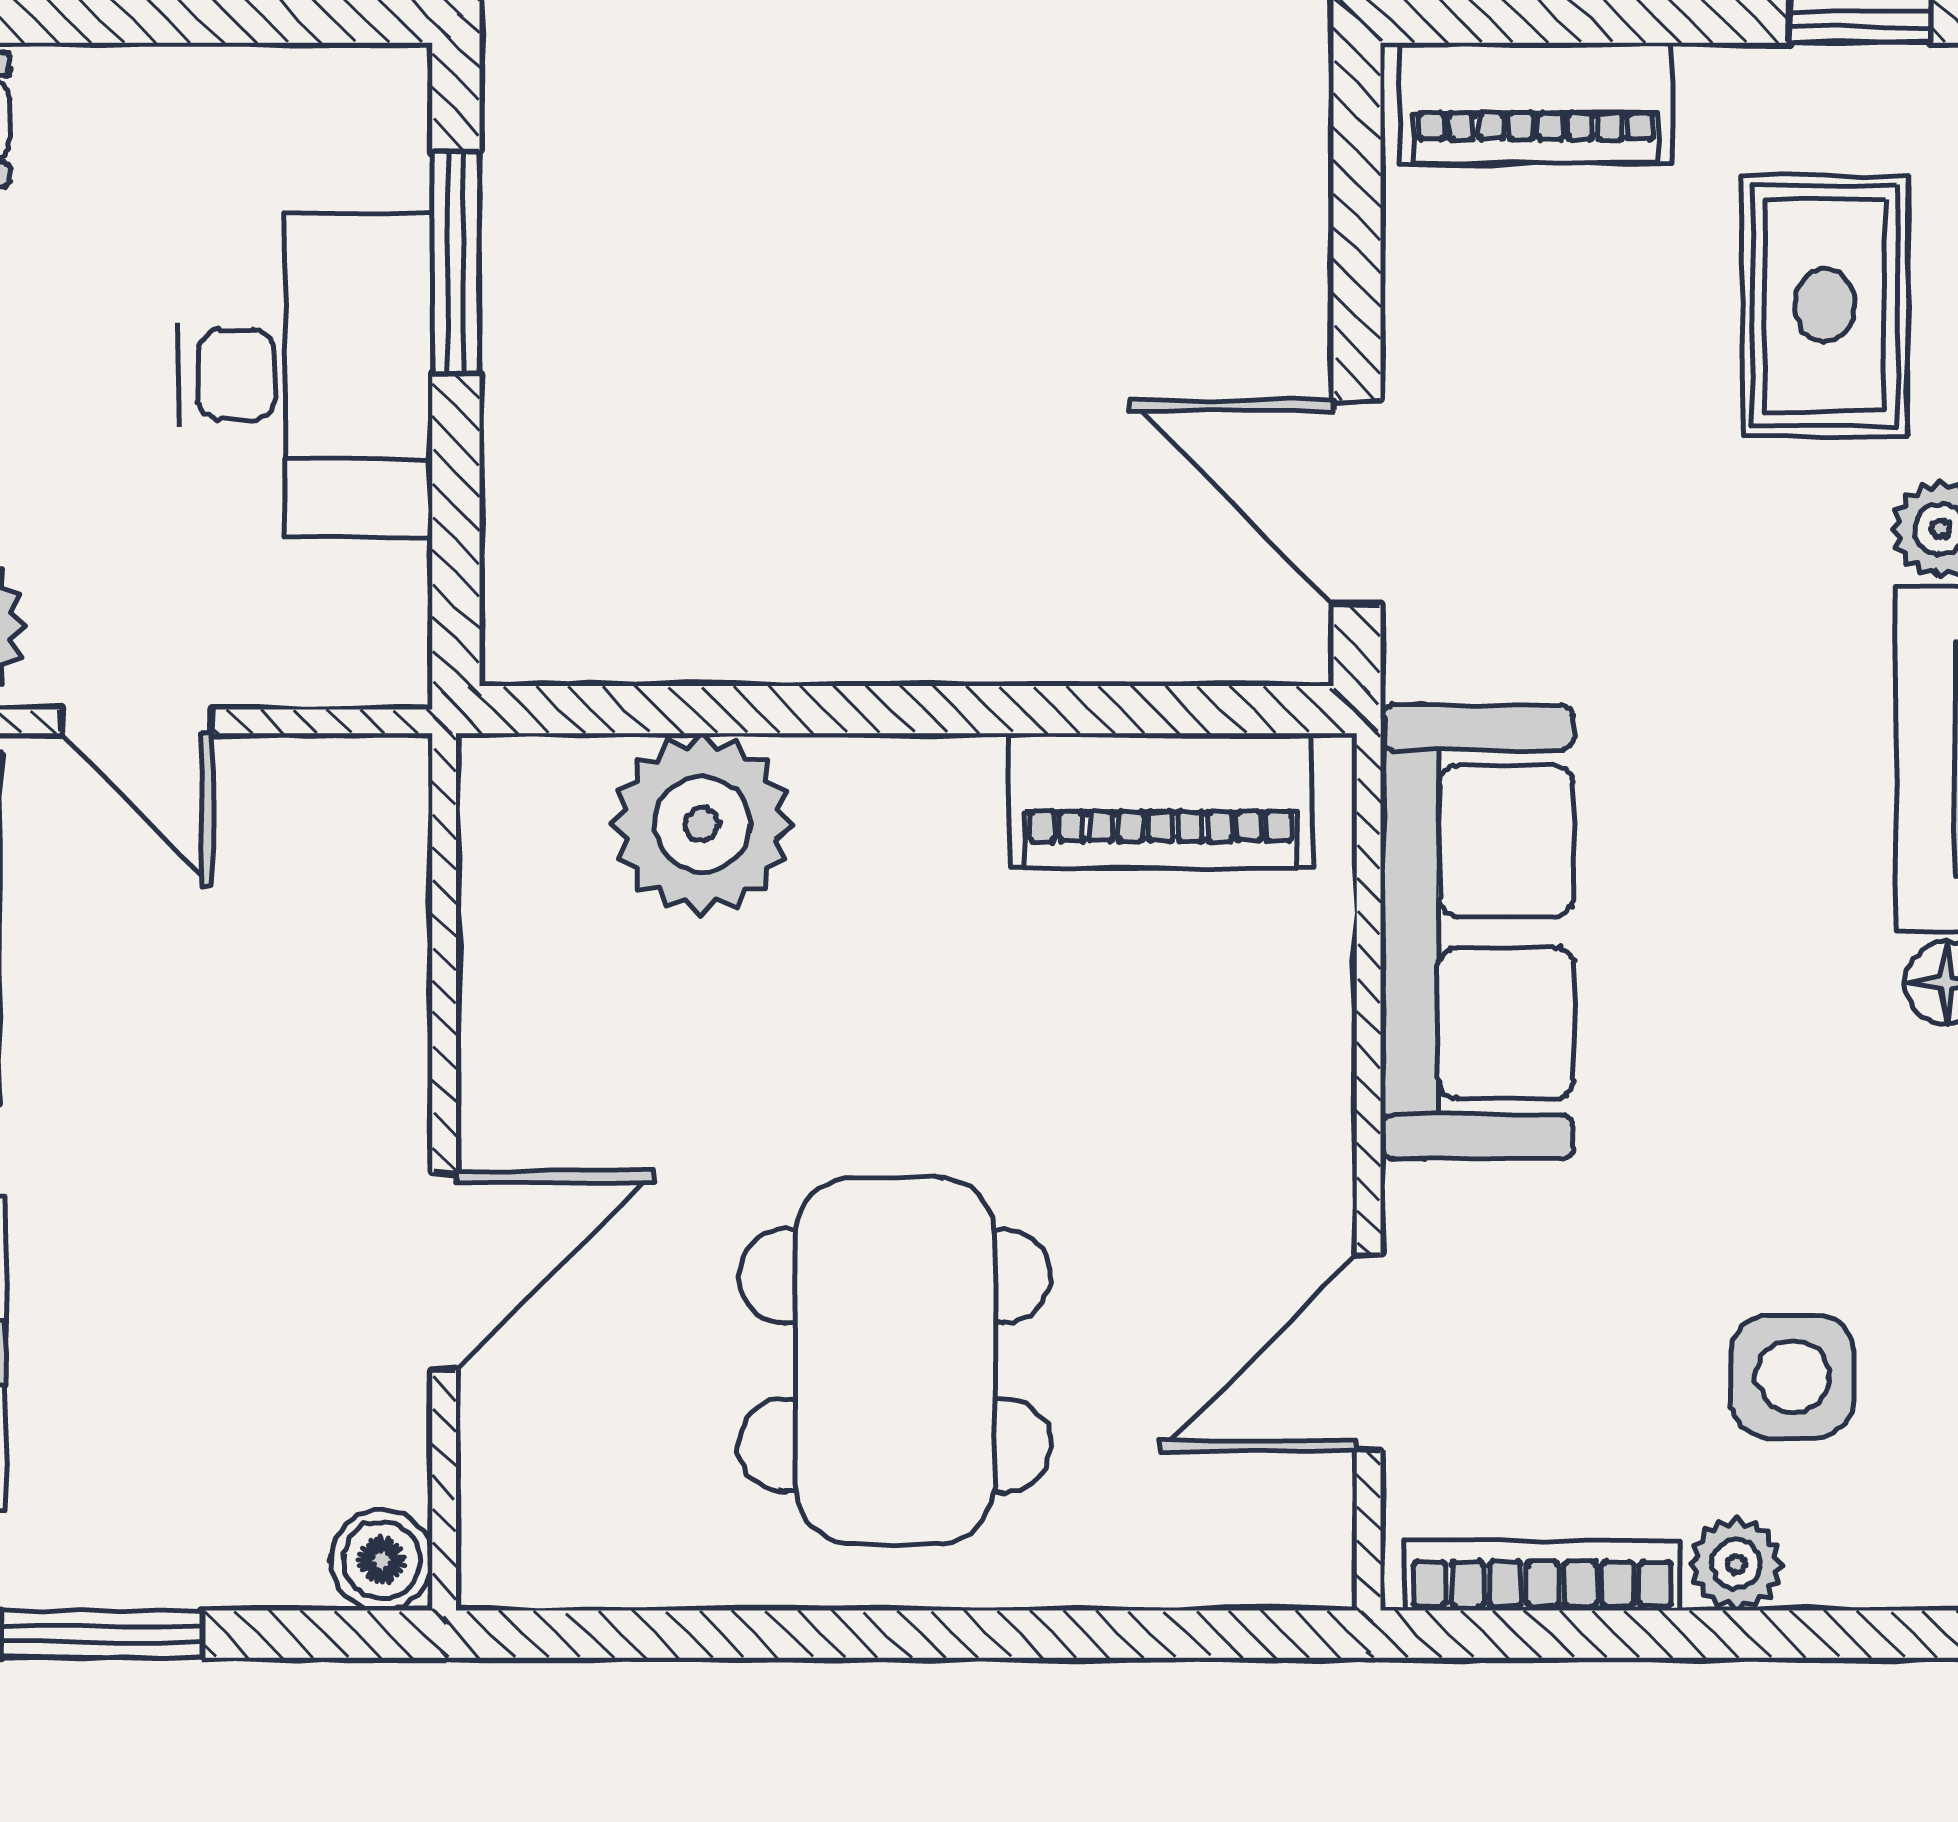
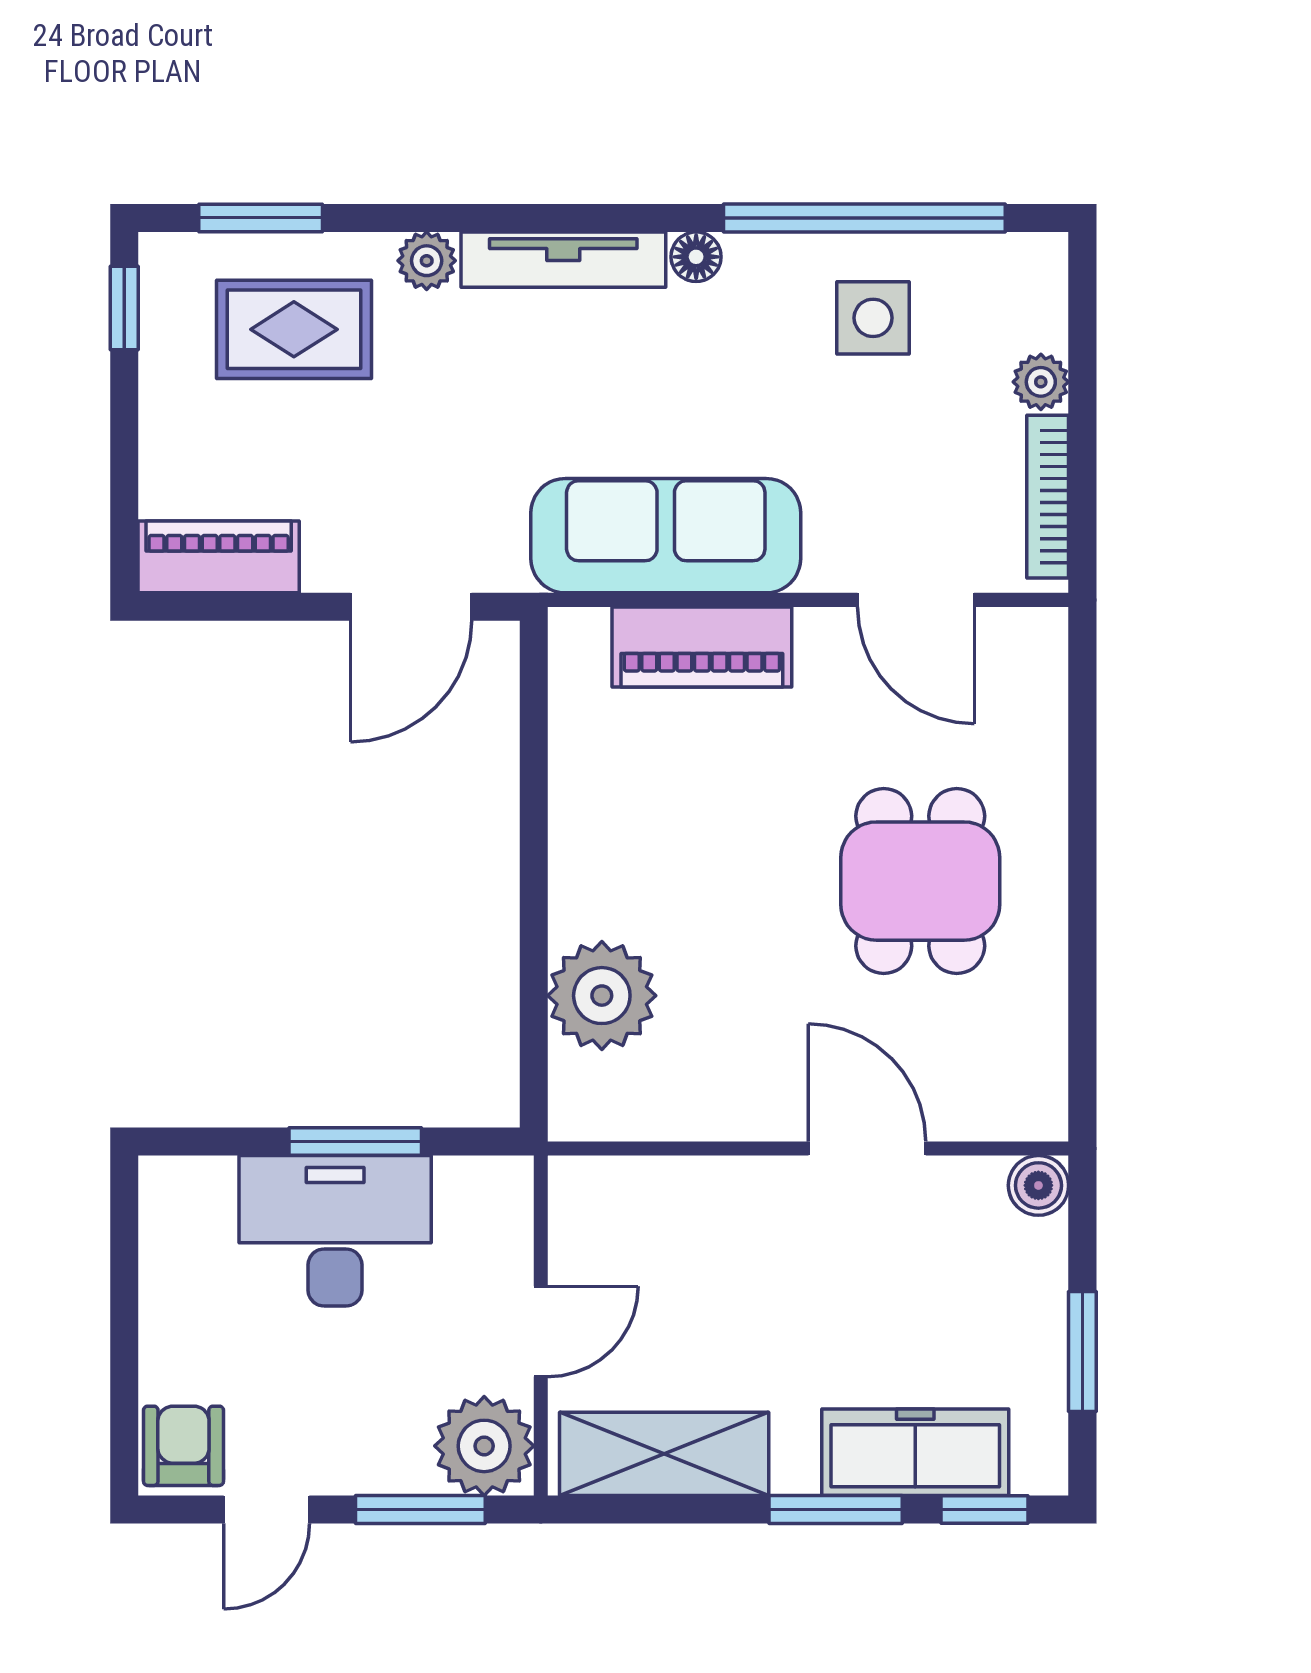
piano: (1536, 103) -> (219, 557), moved, turned -90
window: (456, 263) -> (355, 1142), moved
piano: (1161, 801) -> (702, 647), moved, turned 90
dining table: (895, 1361) -> (920, 881), width x0.73
side table: (1792, 1376) -> (873, 318), moved

